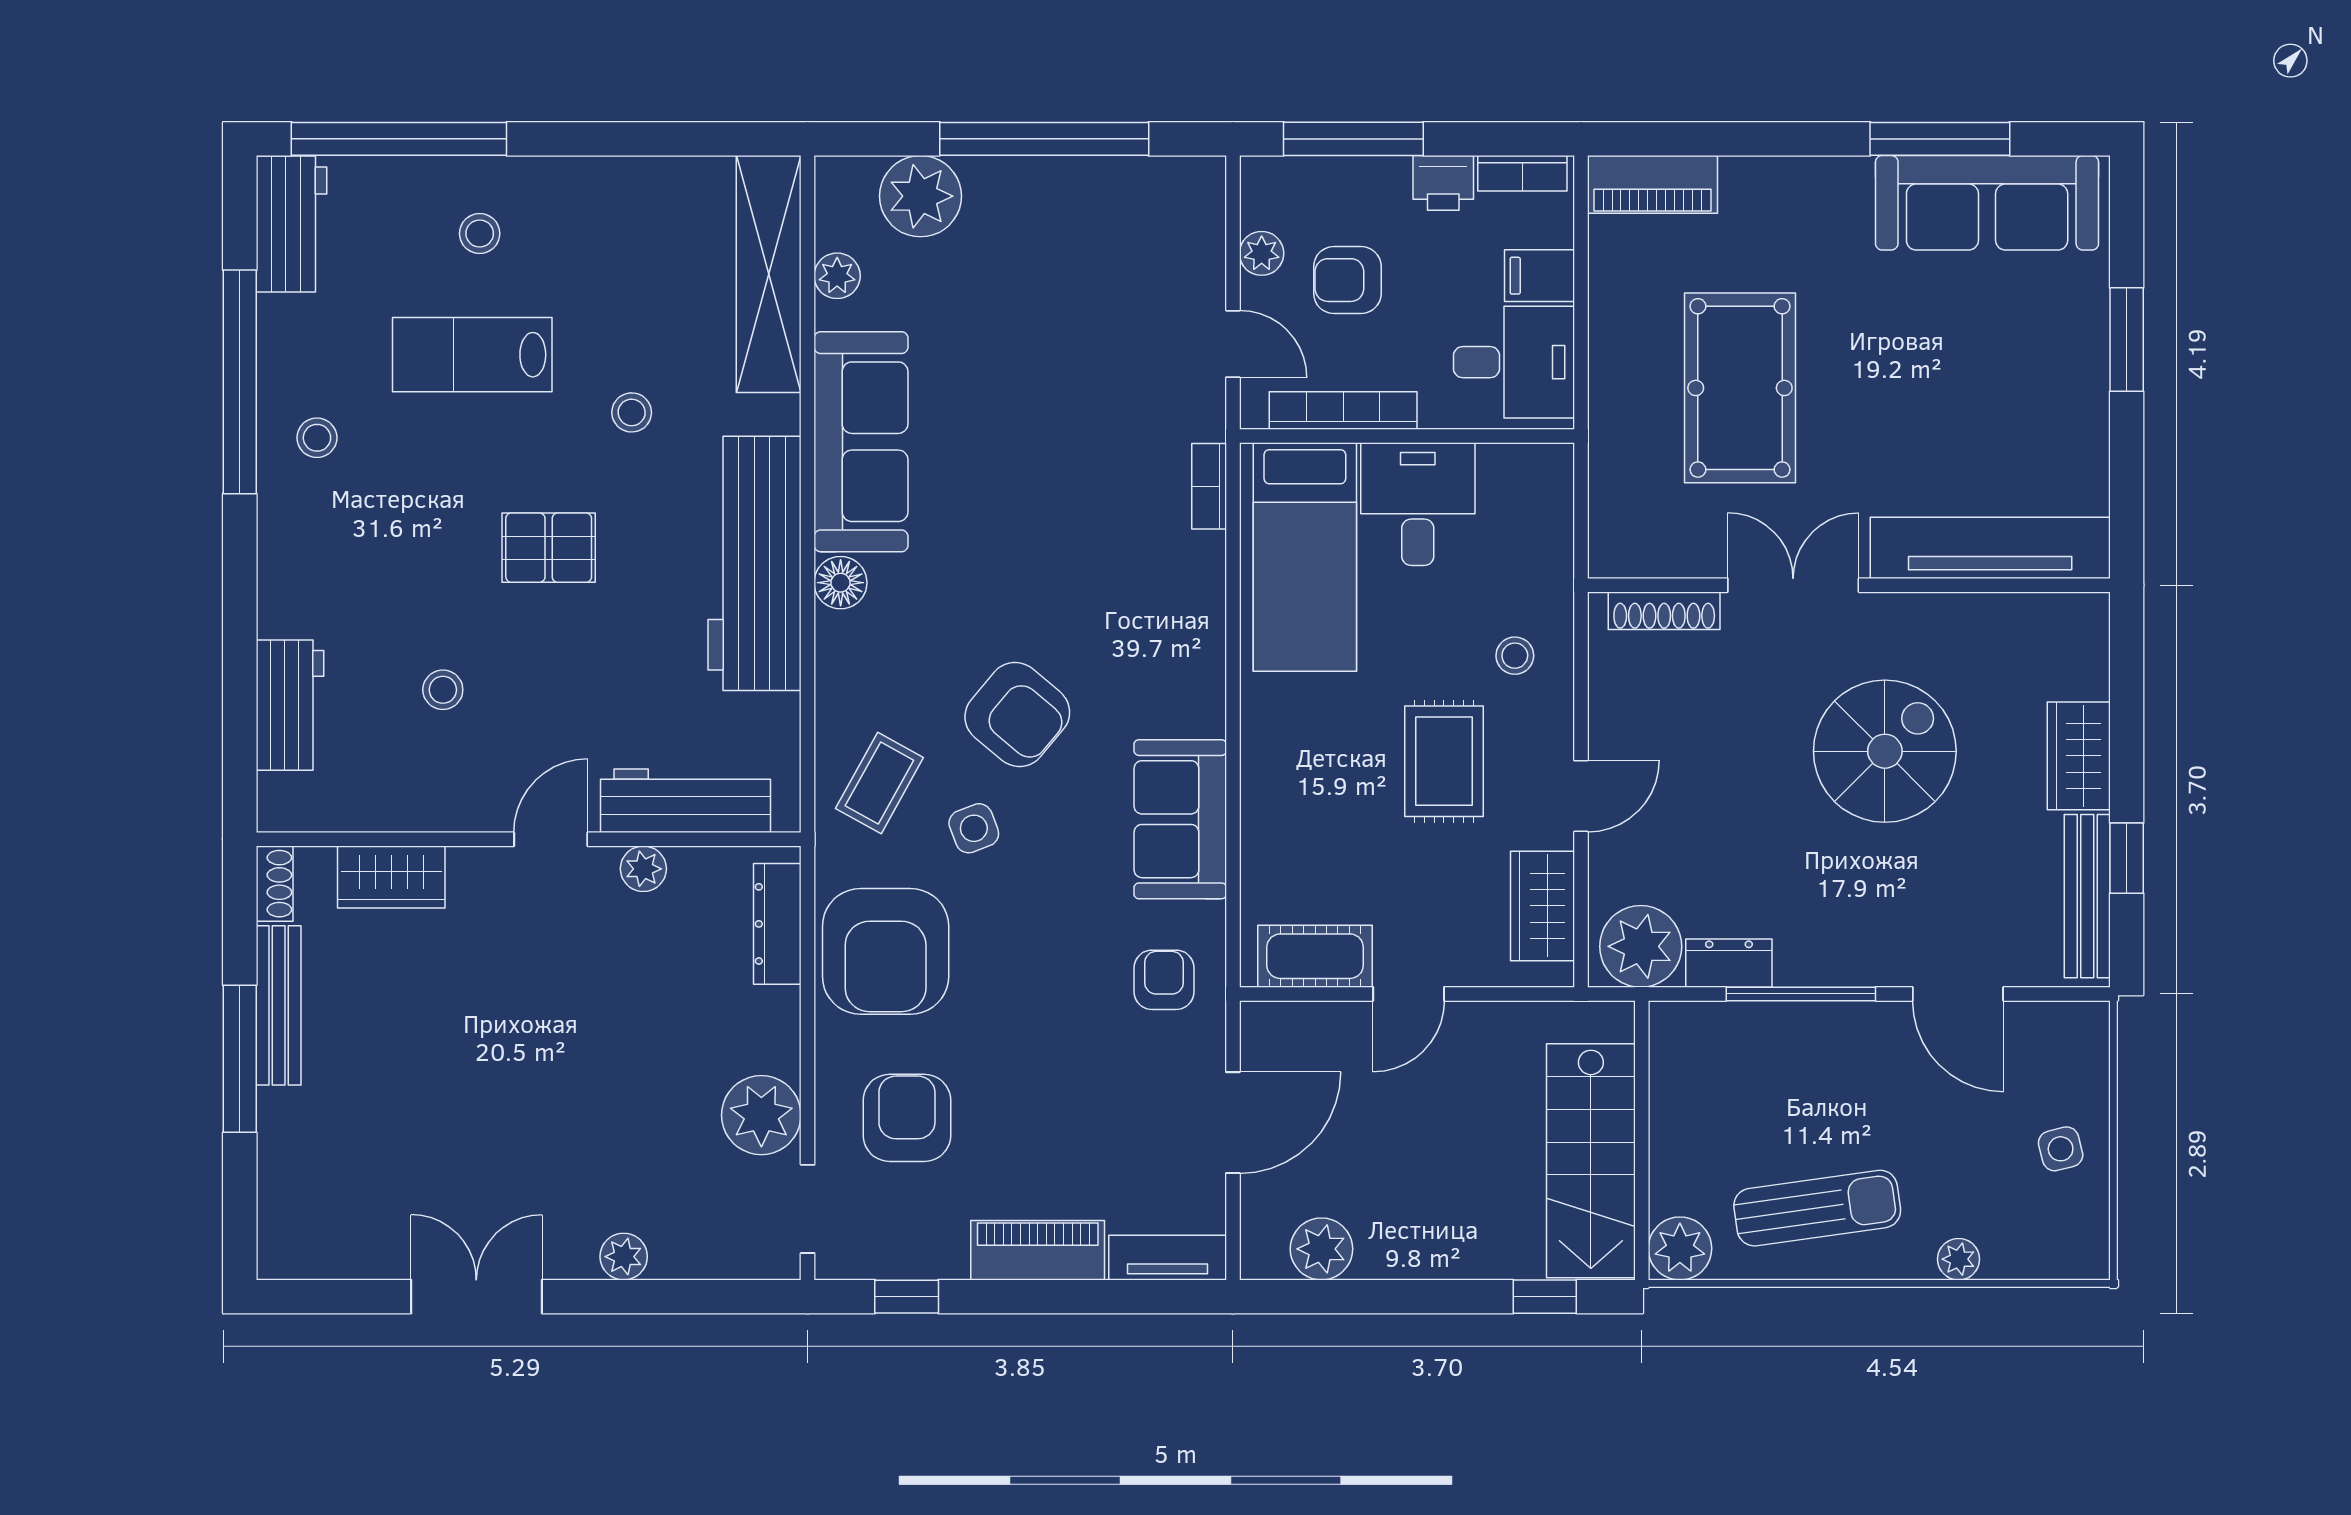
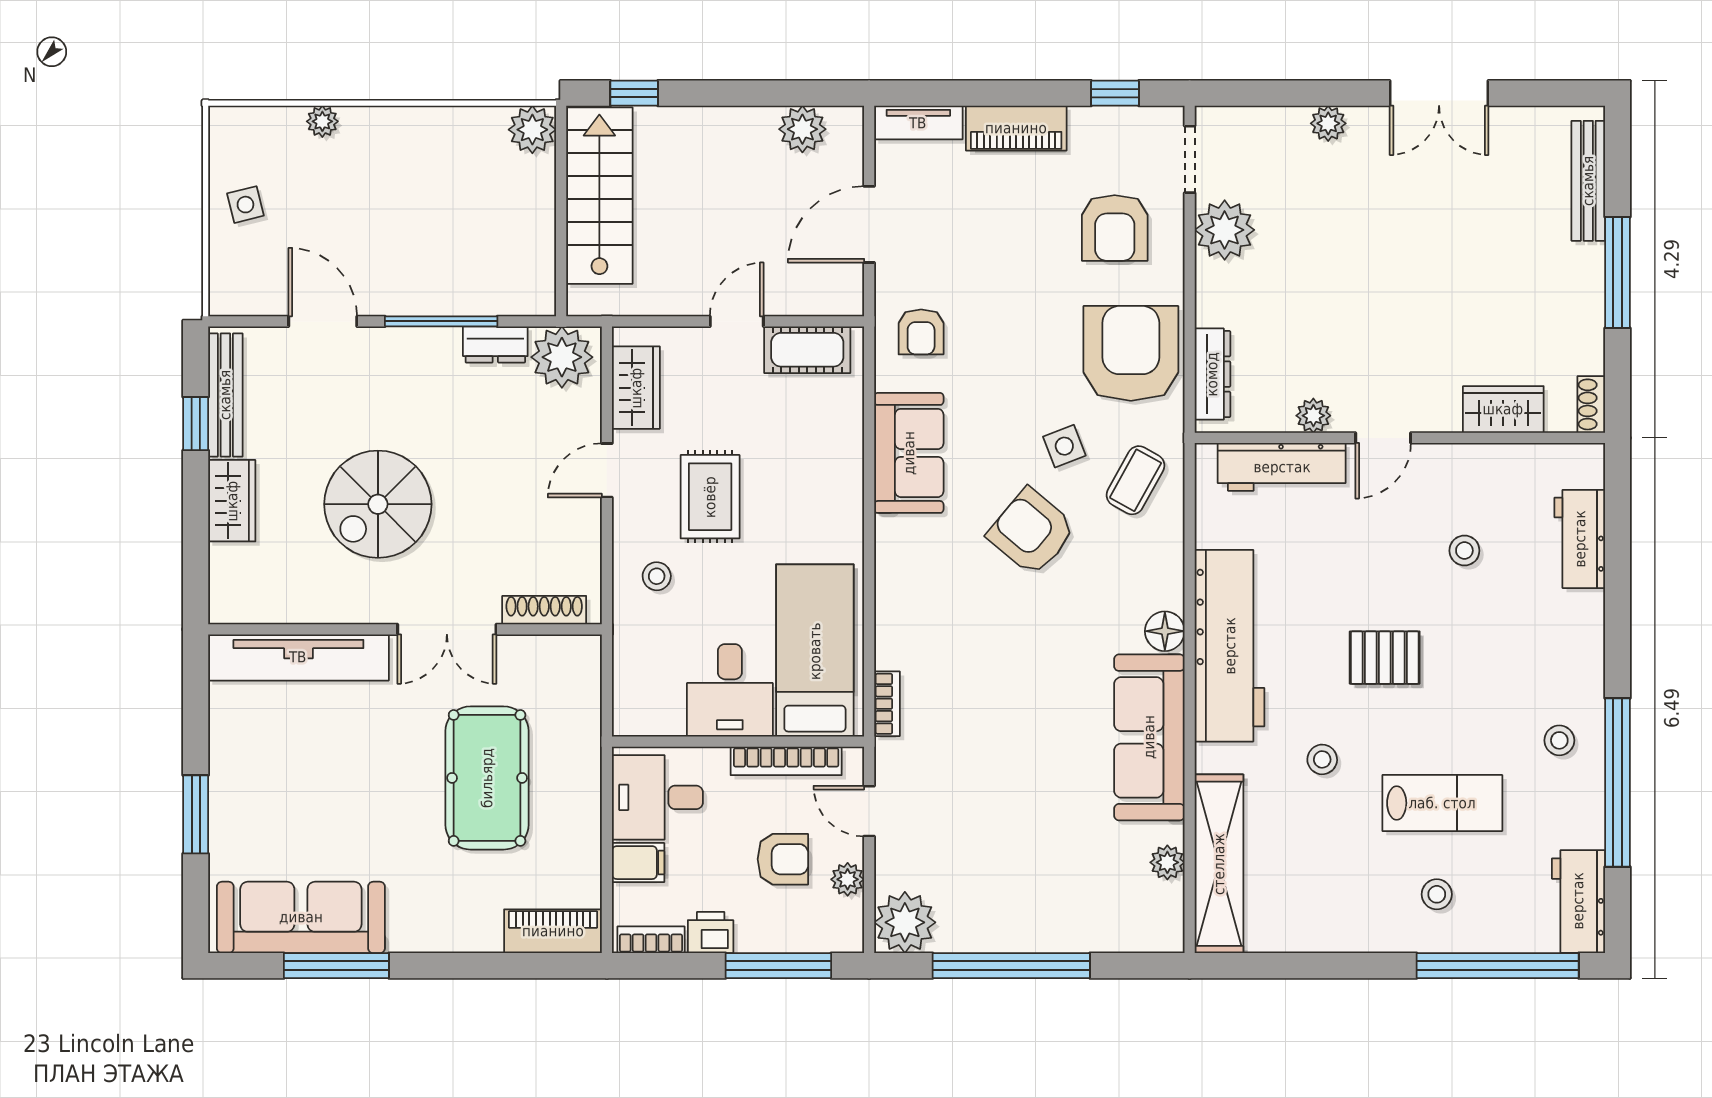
plant: (921, 196) -> (905, 922), moved
bench: (279, 1005) -> (1588, 181), moved
sun lounger: (1817, 1208) -> (429, 160), removed

